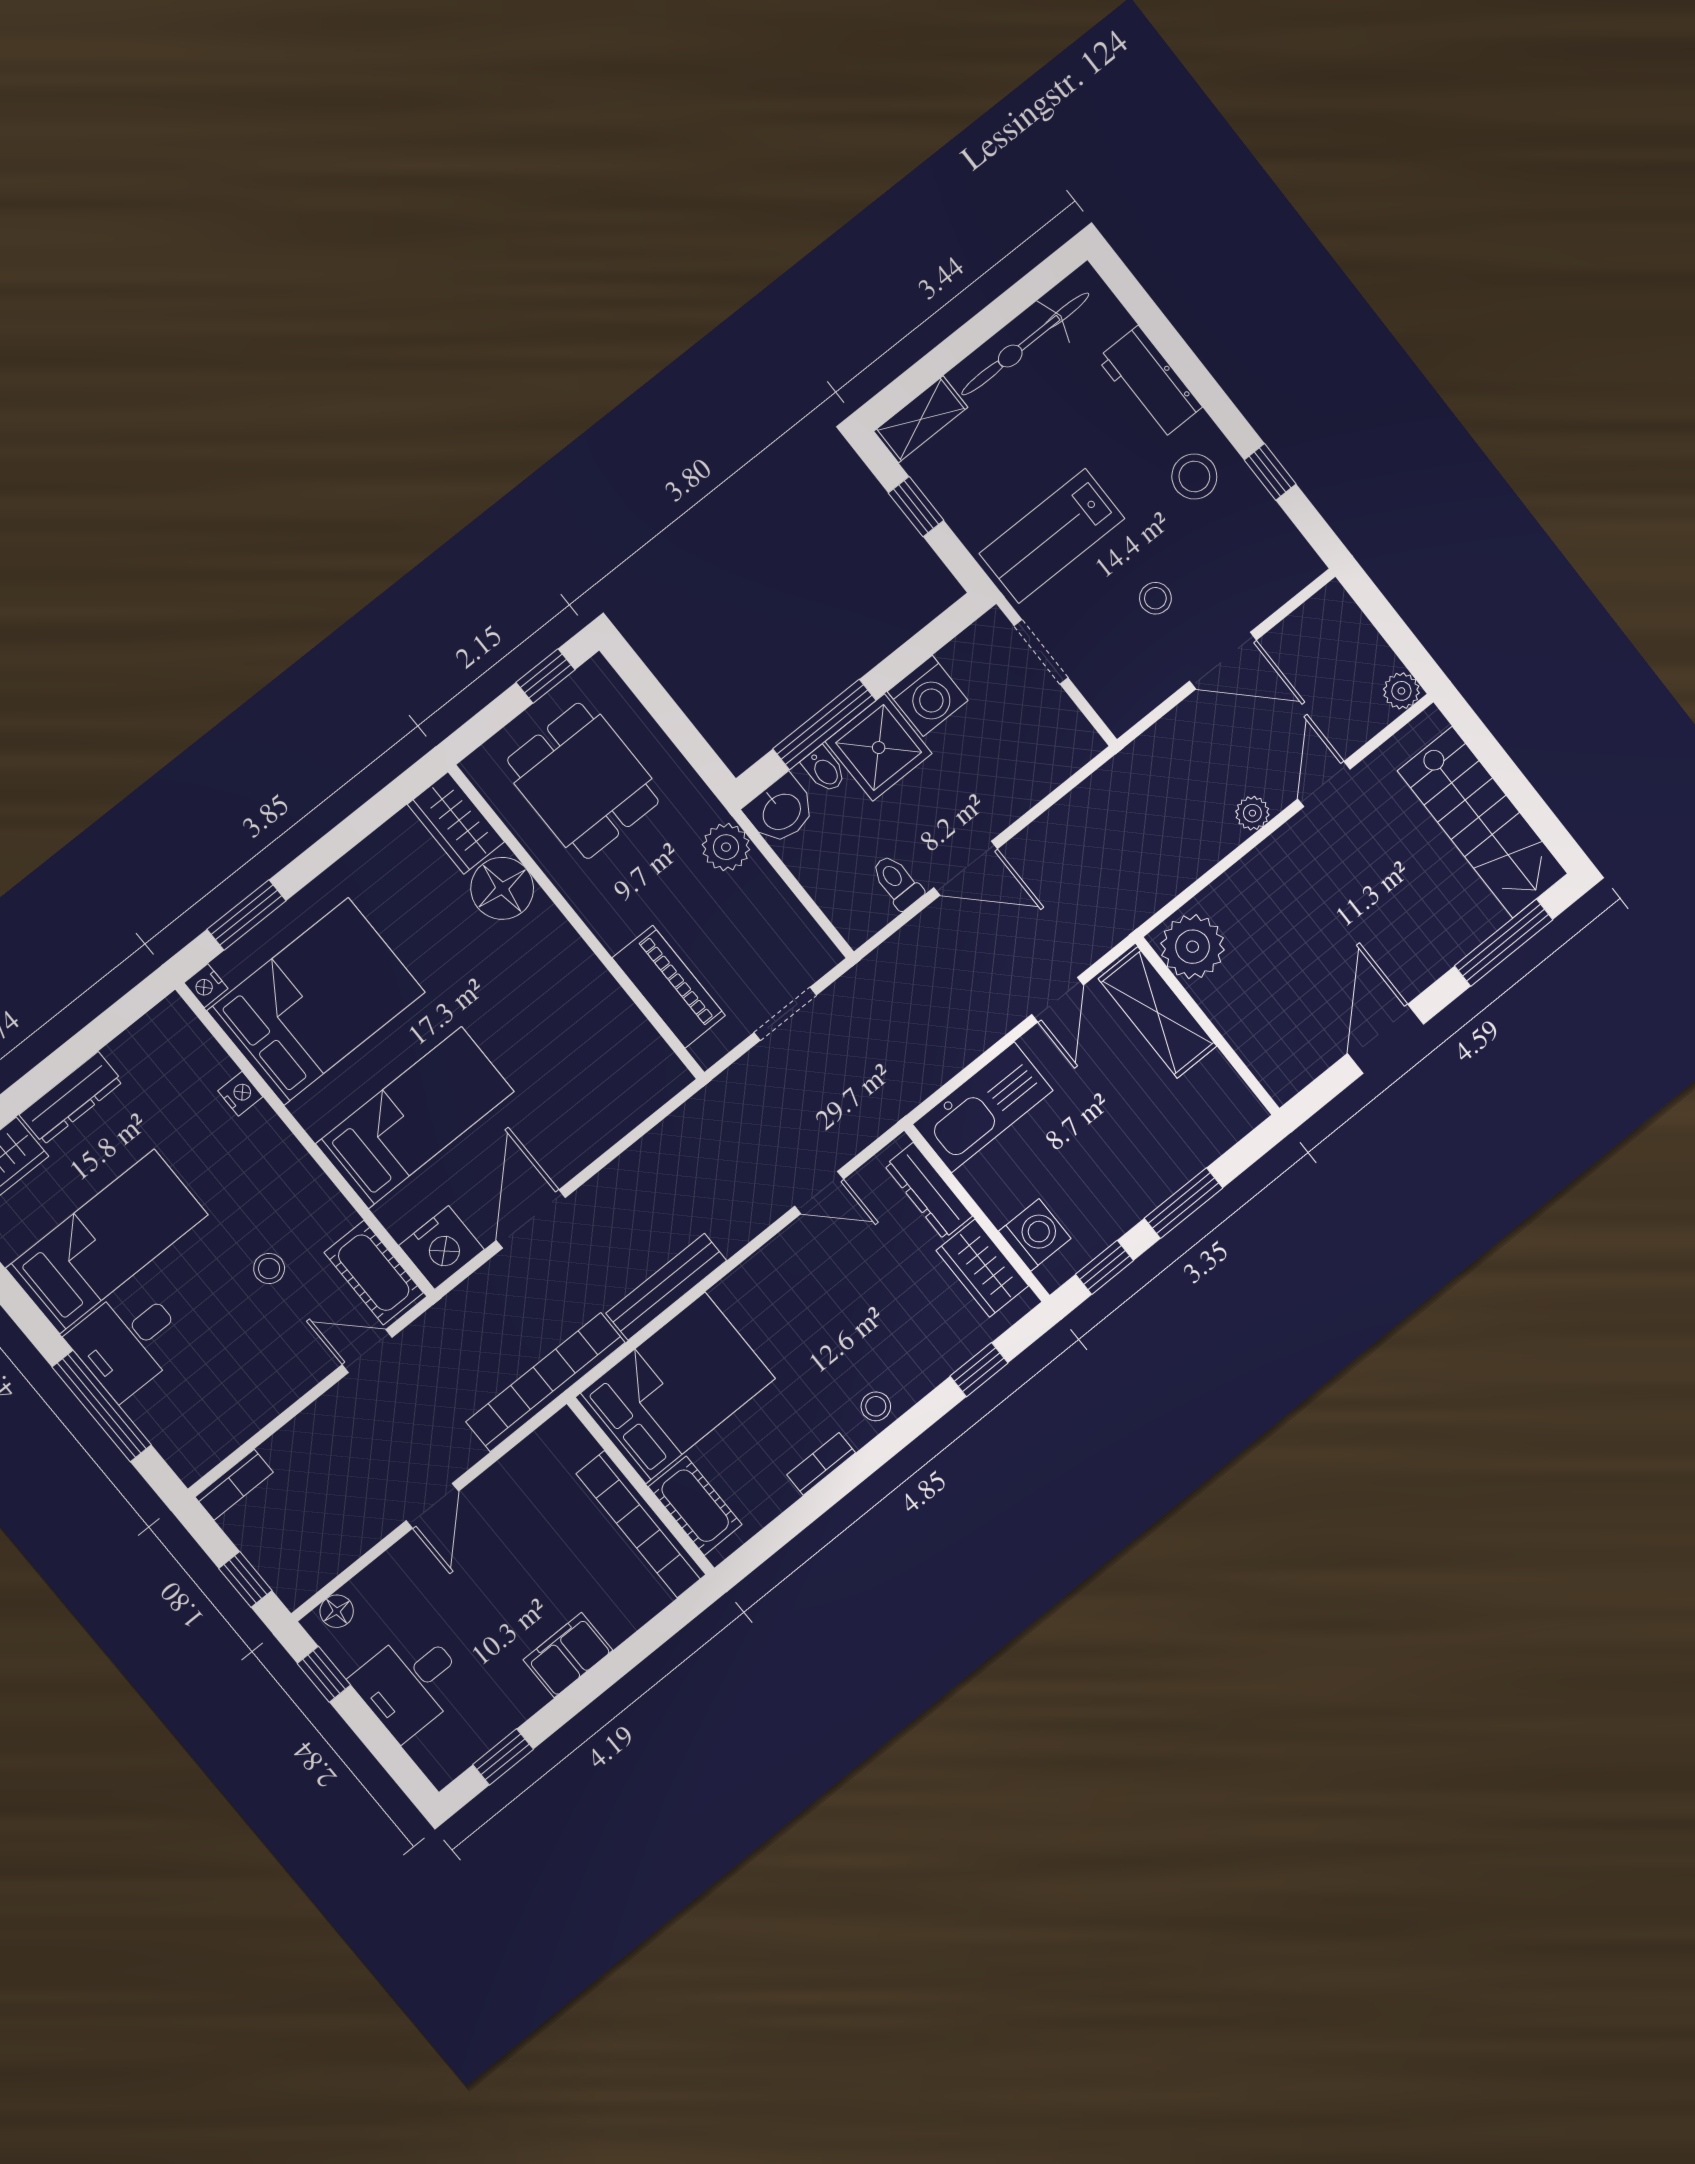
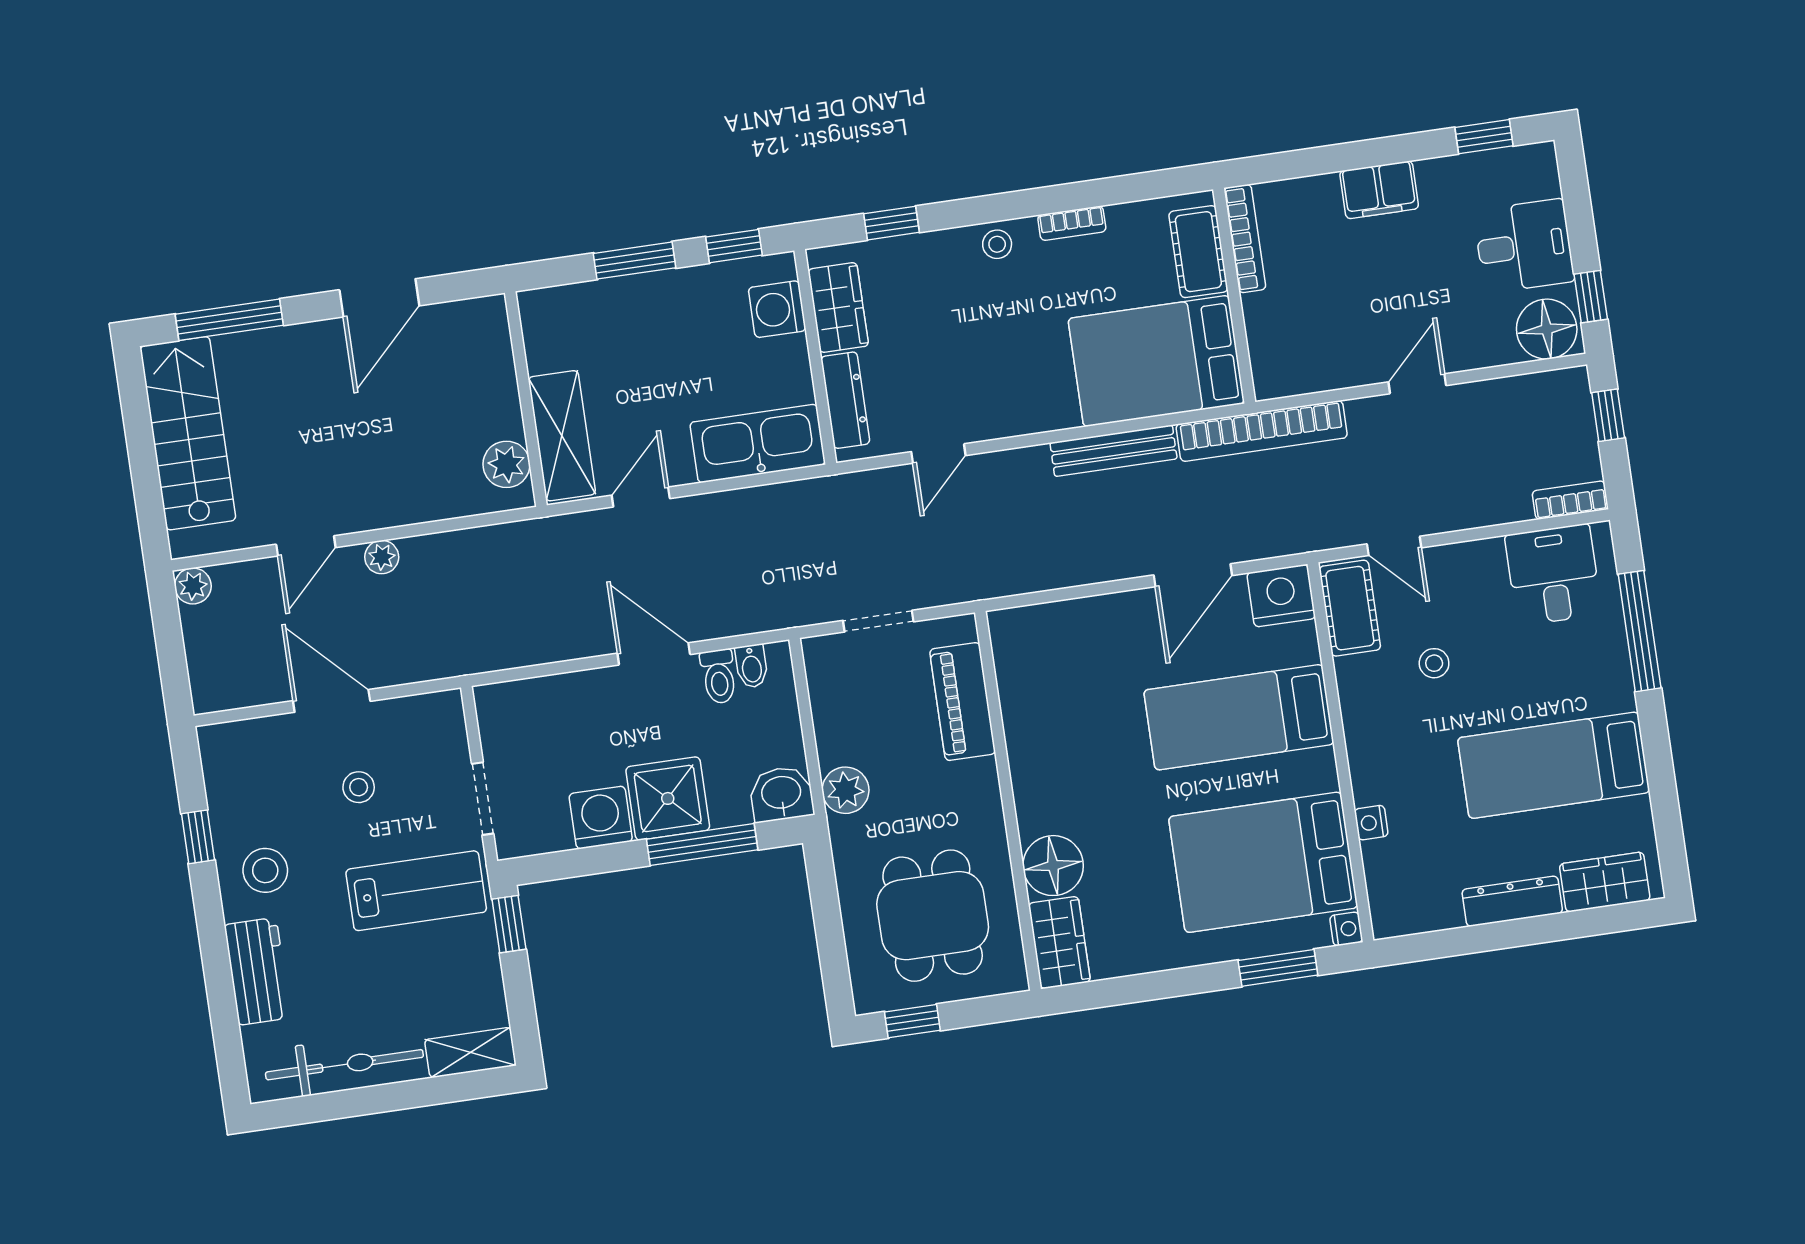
window: (916, 507) -> (509, 924), moved
bidet: (824, 770) -> (752, 666), moved, turned 180
plant: (1193, 947) -> (506, 464), width x0.73, depth x0.73
door: (819, 1193) -> (938, 454), swing flipped
desk: (128, 1341) -> (1553, 575), moved, turned -90
bookcase: (641, 1524) -> (1245, 239), width x0.68, depth x0.76
floor lamp: (337, 1611) -> (1547, 329), width x1.89, depth x1.89

